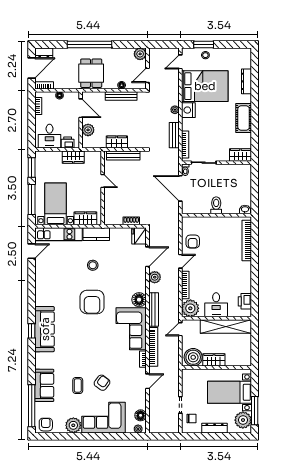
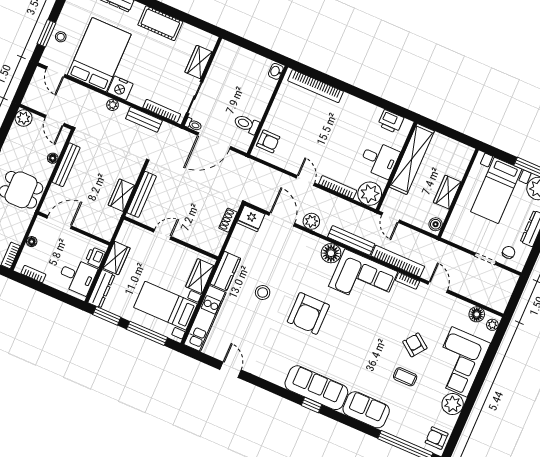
plant: (88, 130) -> (90, 225), removed
wardrobe: (241, 155) -> (199, 62), moved
dresser: (48, 156) -> (101, 289), added
toilet: (216, 205) -> (246, 124), moved
armchair: (193, 242) -> (268, 141), moved
door: (32, 251) -> (230, 370), moved
armchair: (92, 302) -> (308, 313), turned 90
boiler: (193, 357) -> (436, 224), width x0.54, depth x0.54
sofa: (44, 385) -> (366, 410), moved

